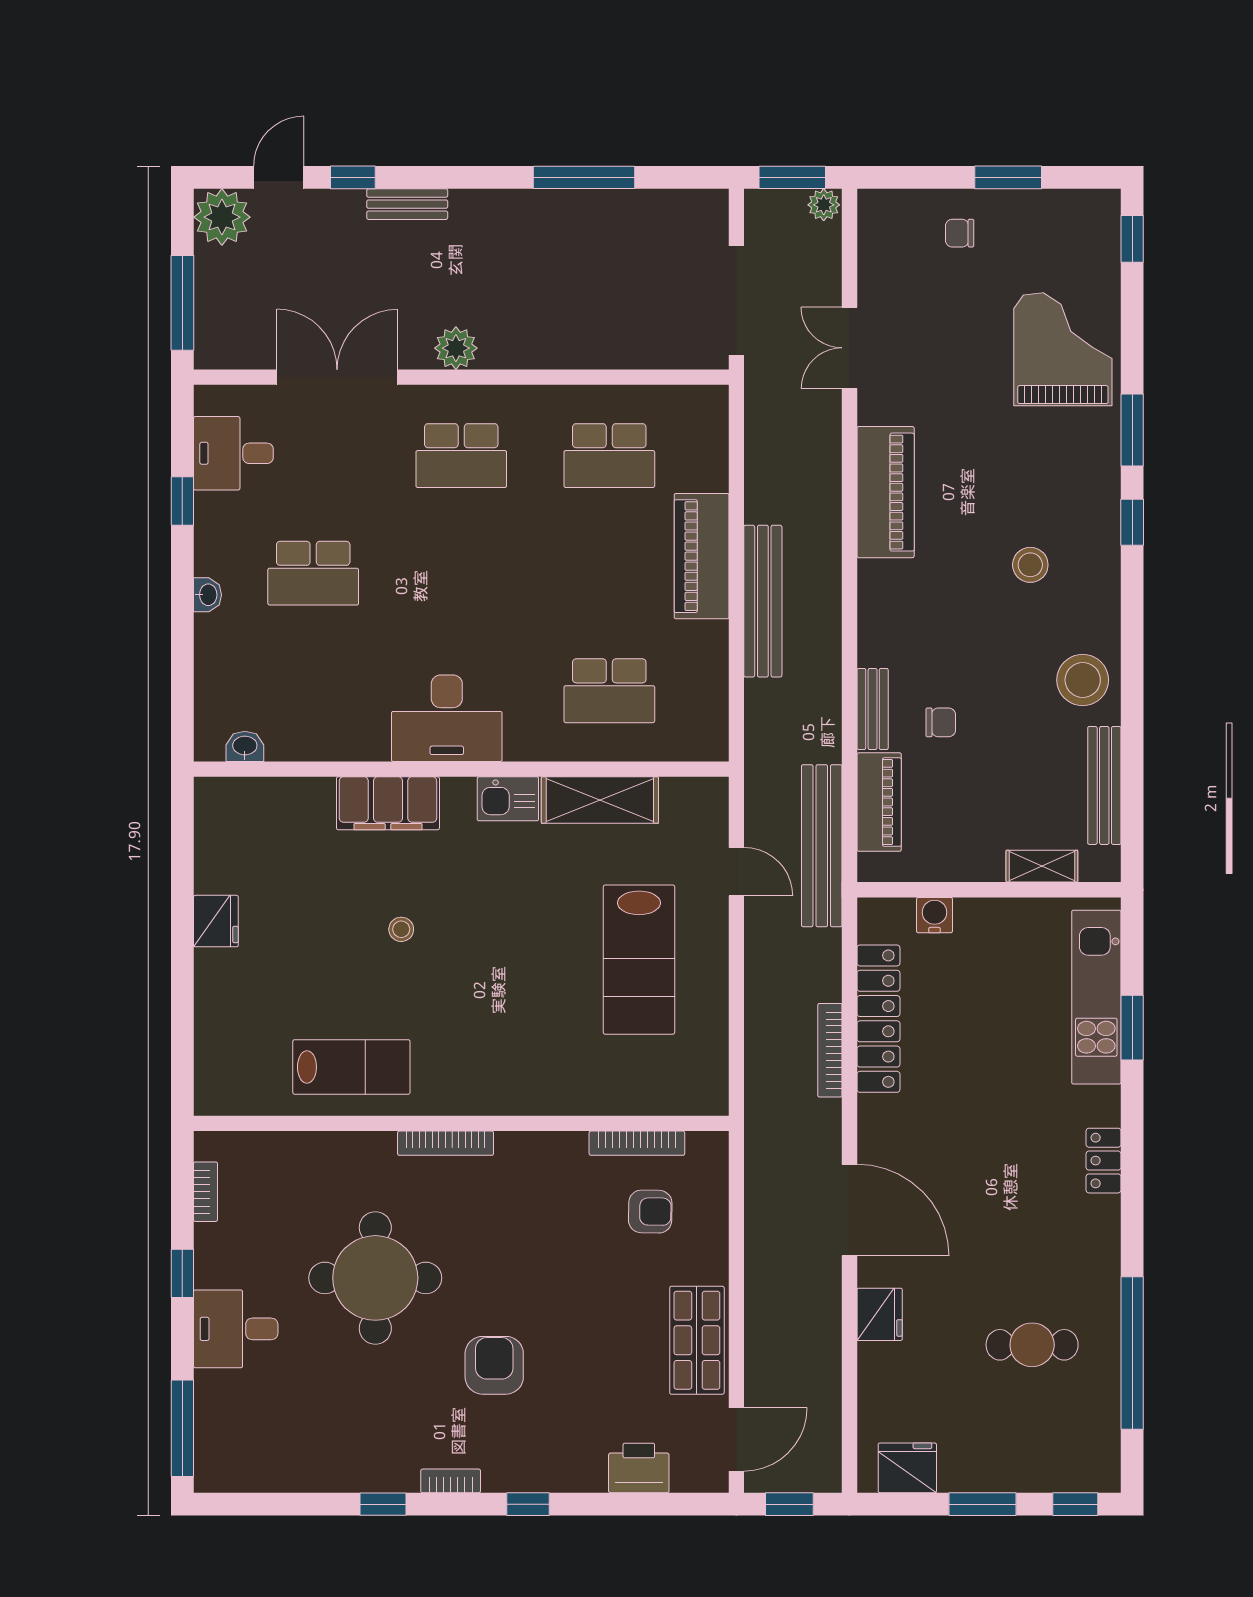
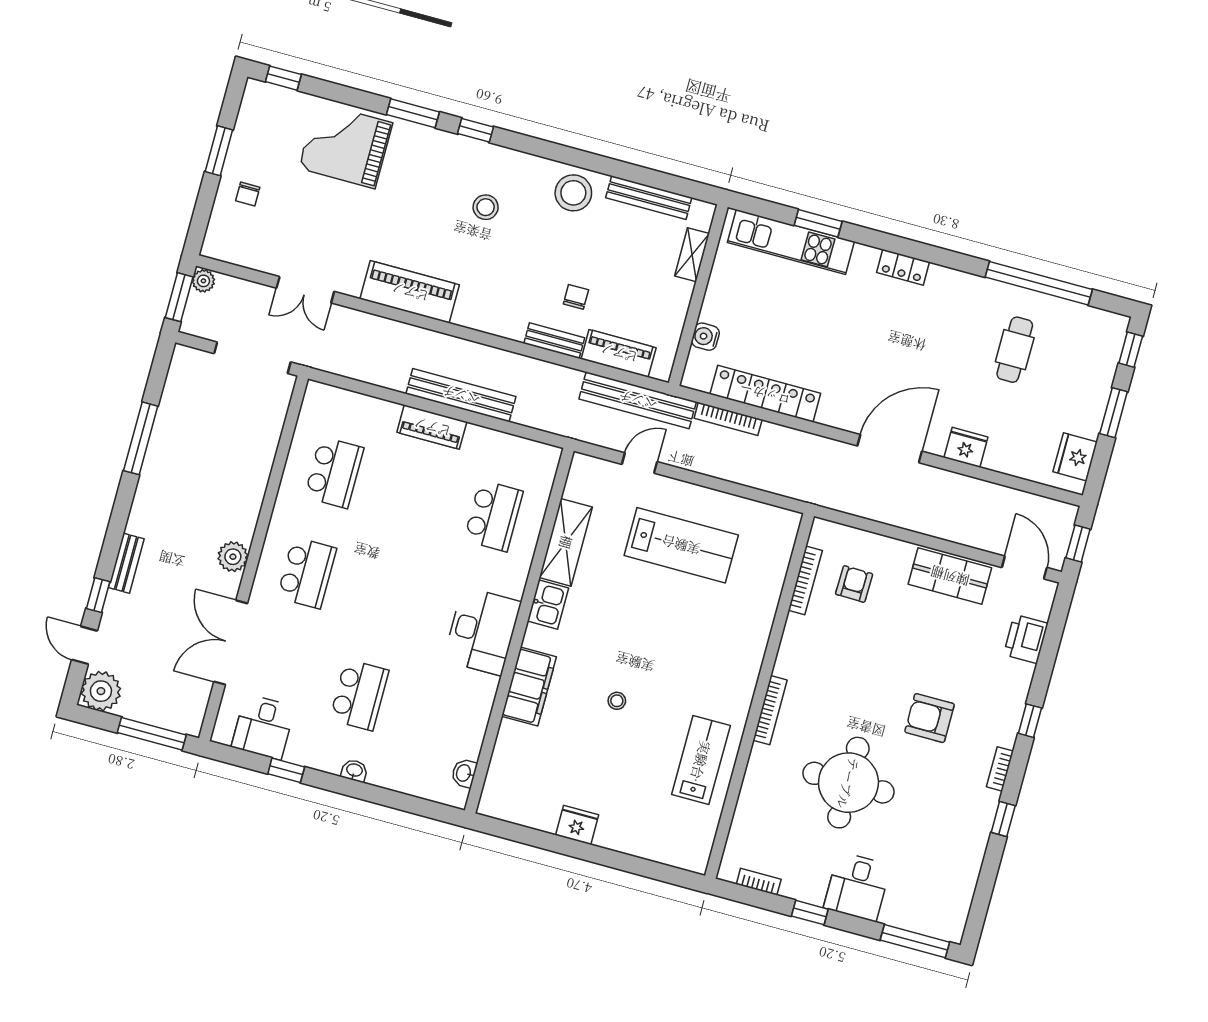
piano: (702, 556) -> (432, 427), width x0.73, depth x0.75
bookcase: (830, 1050) -> (728, 419), moved

